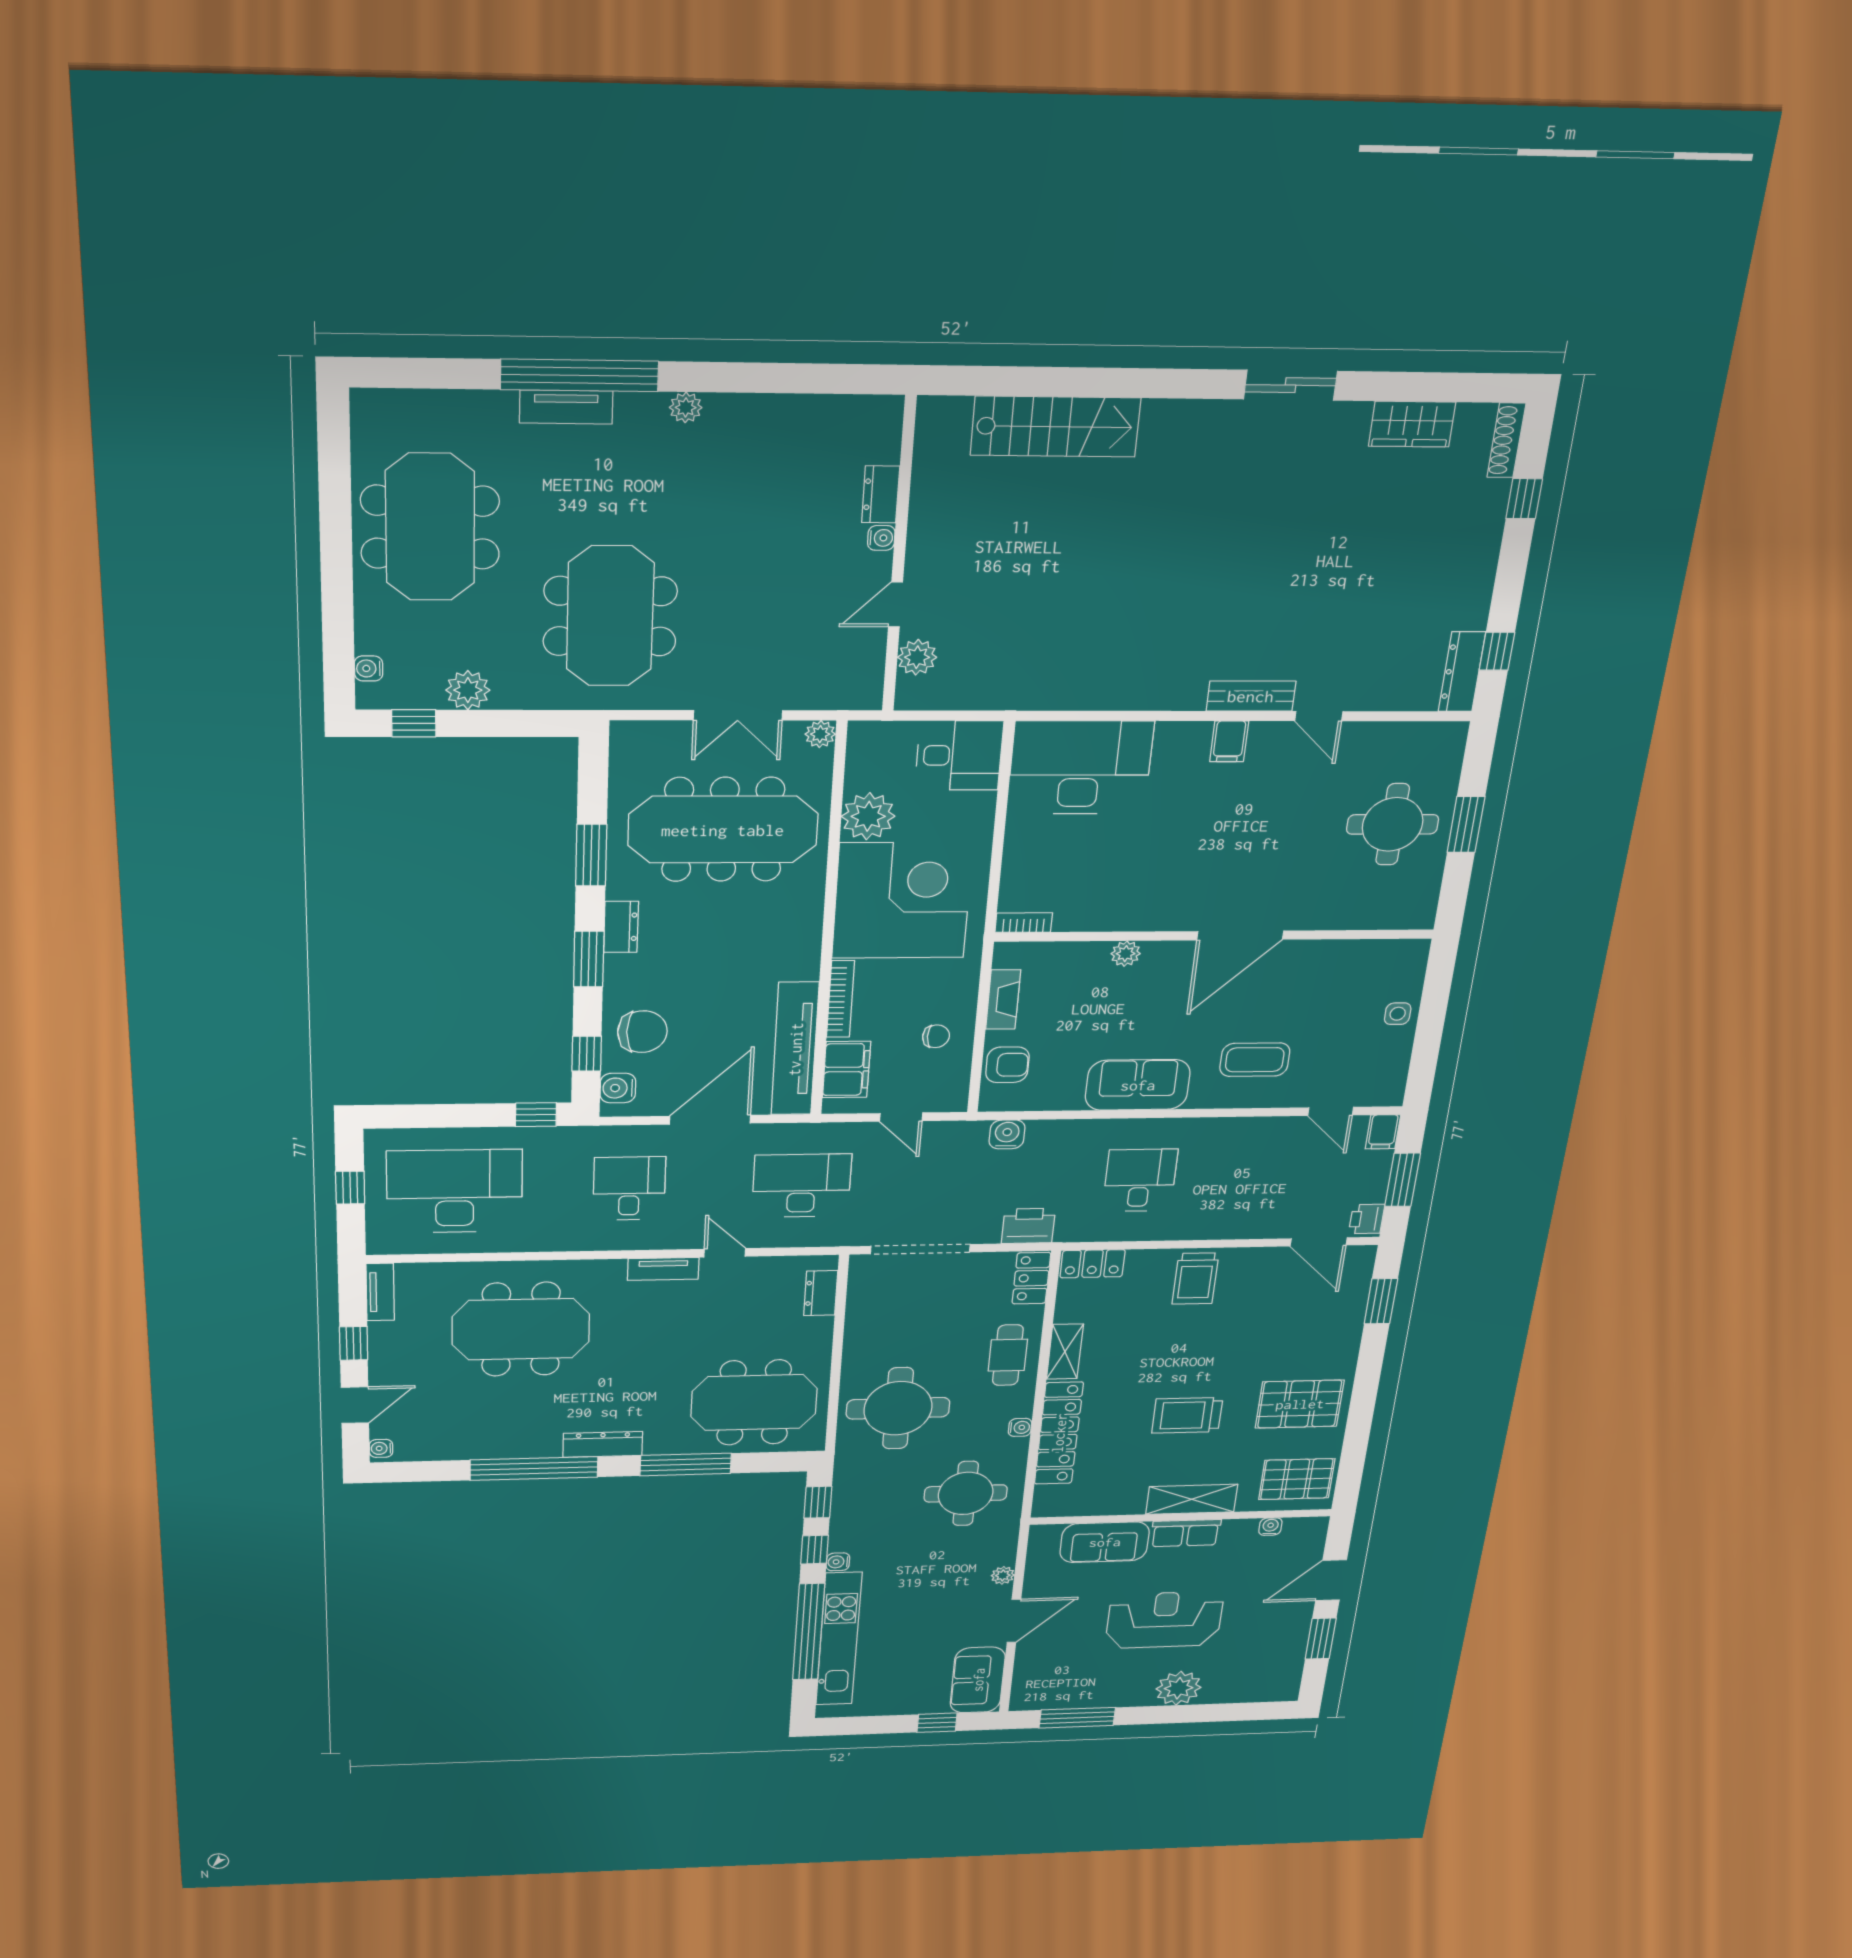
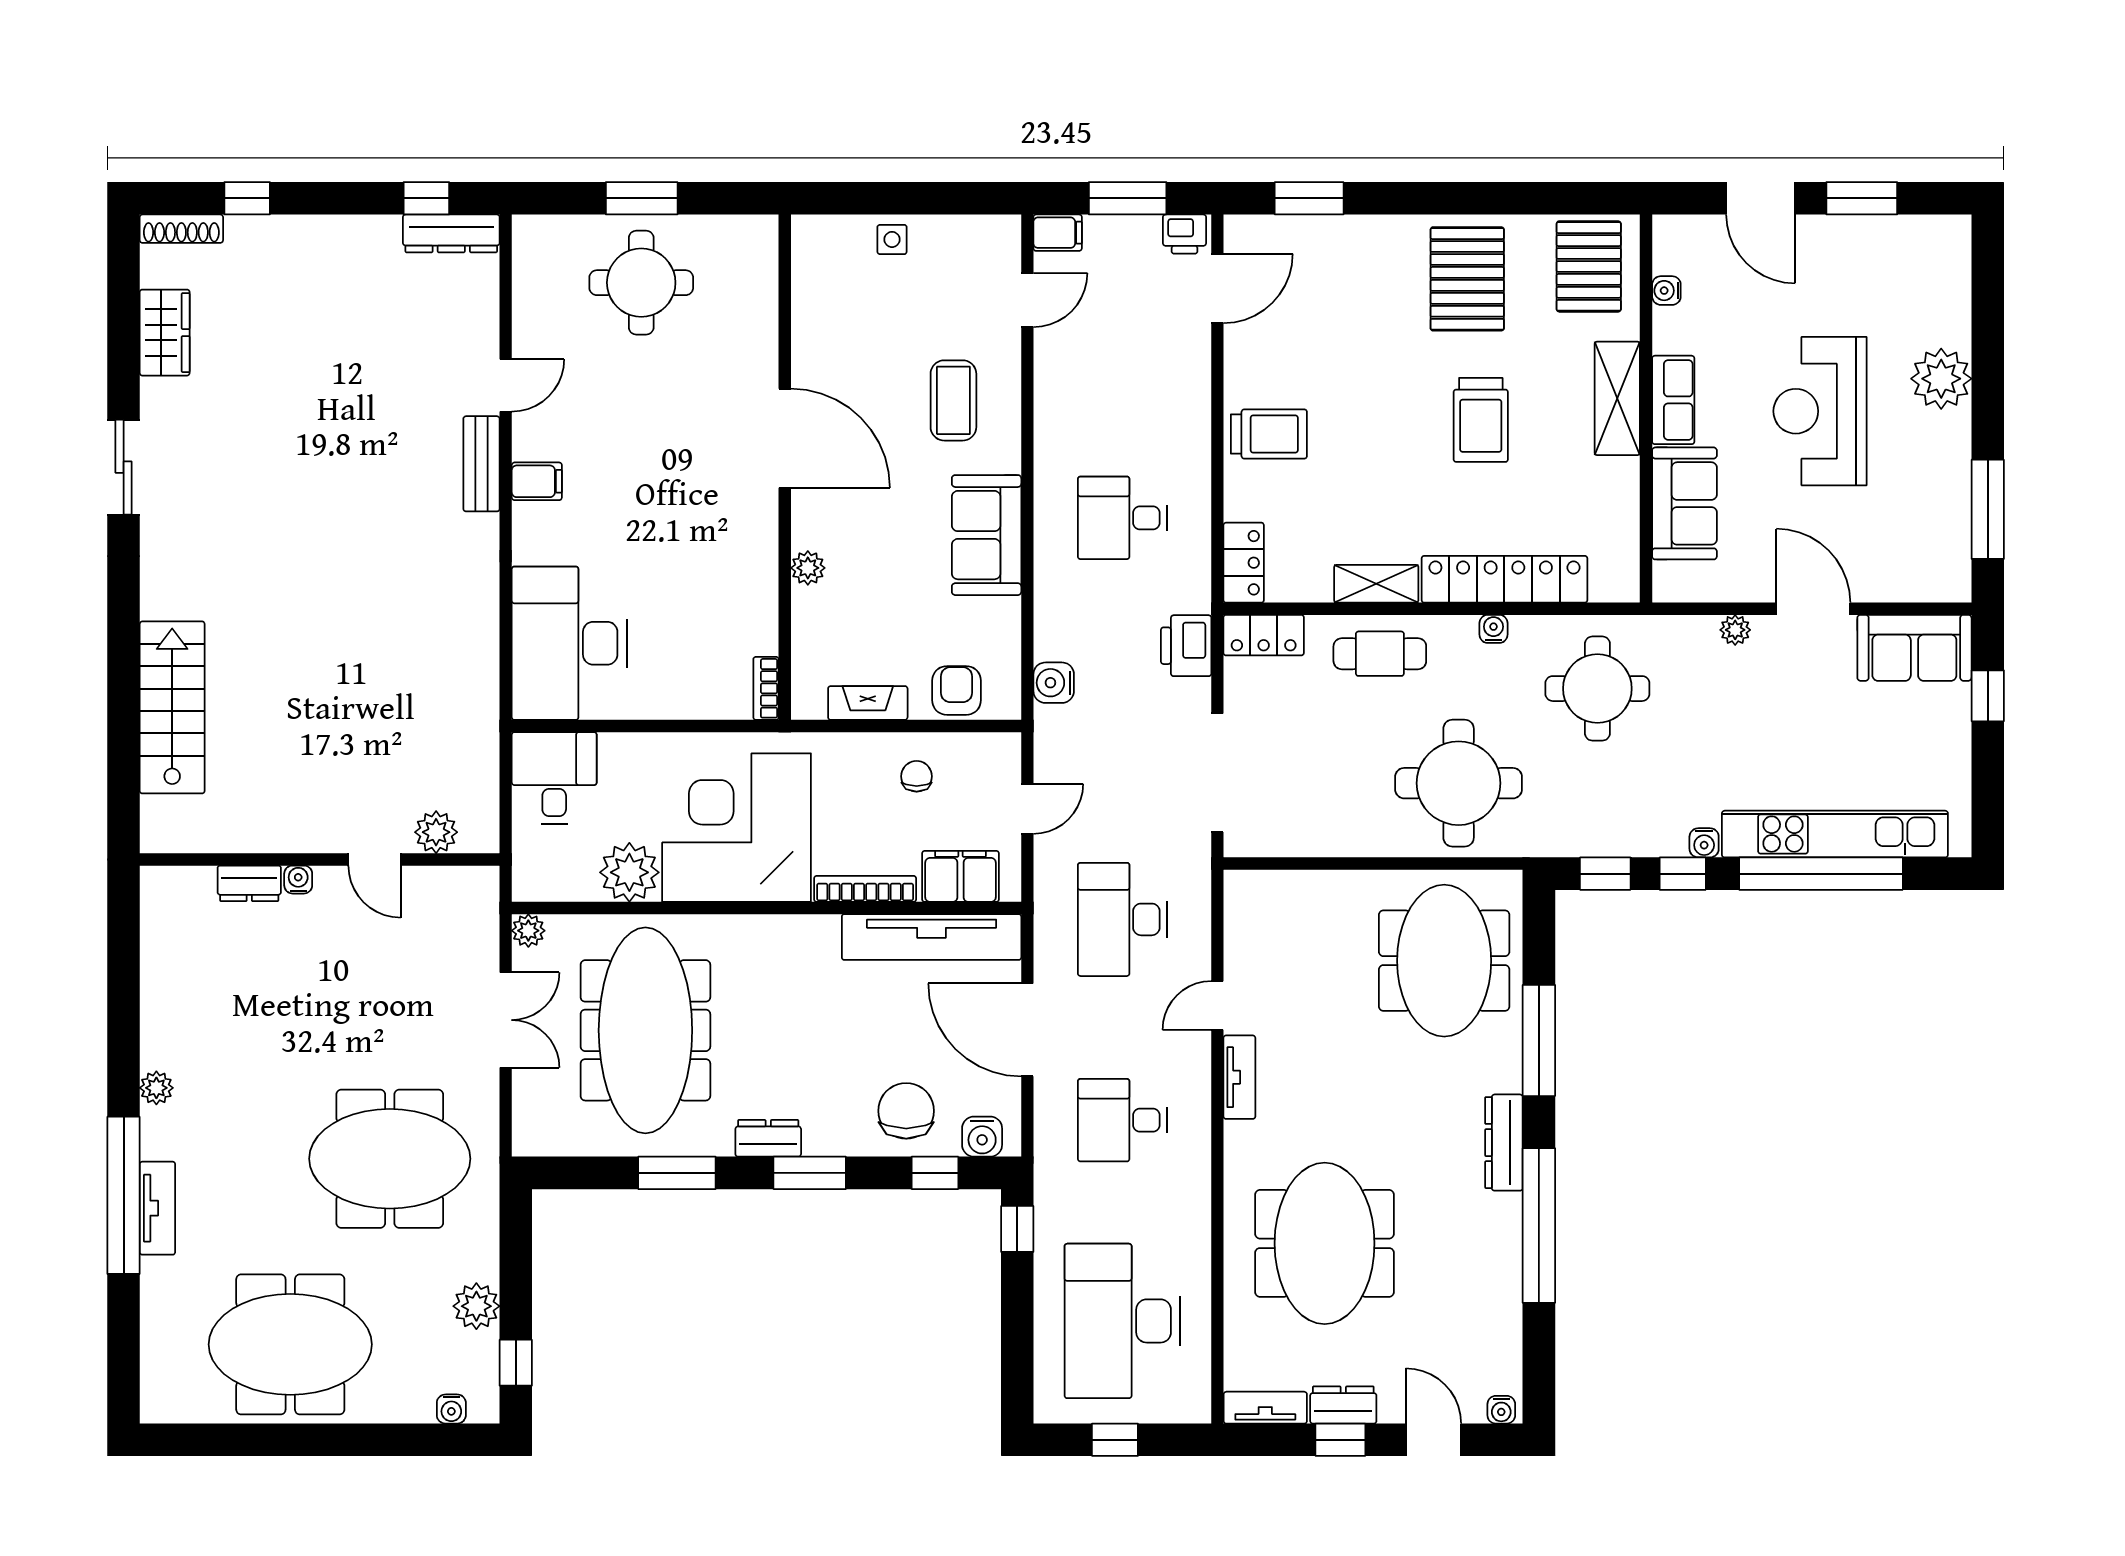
dresser: (821, 1293) -> (1343, 1405), moved, turned 180

